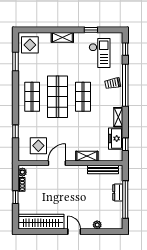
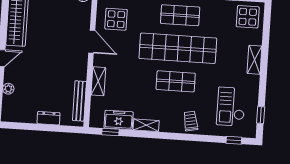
window: (91, 30) -> (261, 115), moved
checkout: (100, 53) -> (231, 107), turned 90
window: (125, 85) -> (187, 137), removed
shop shelf: (58, 97) -> (178, 48), width x1.40
window: (125, 199) -> (39, 127), removed

